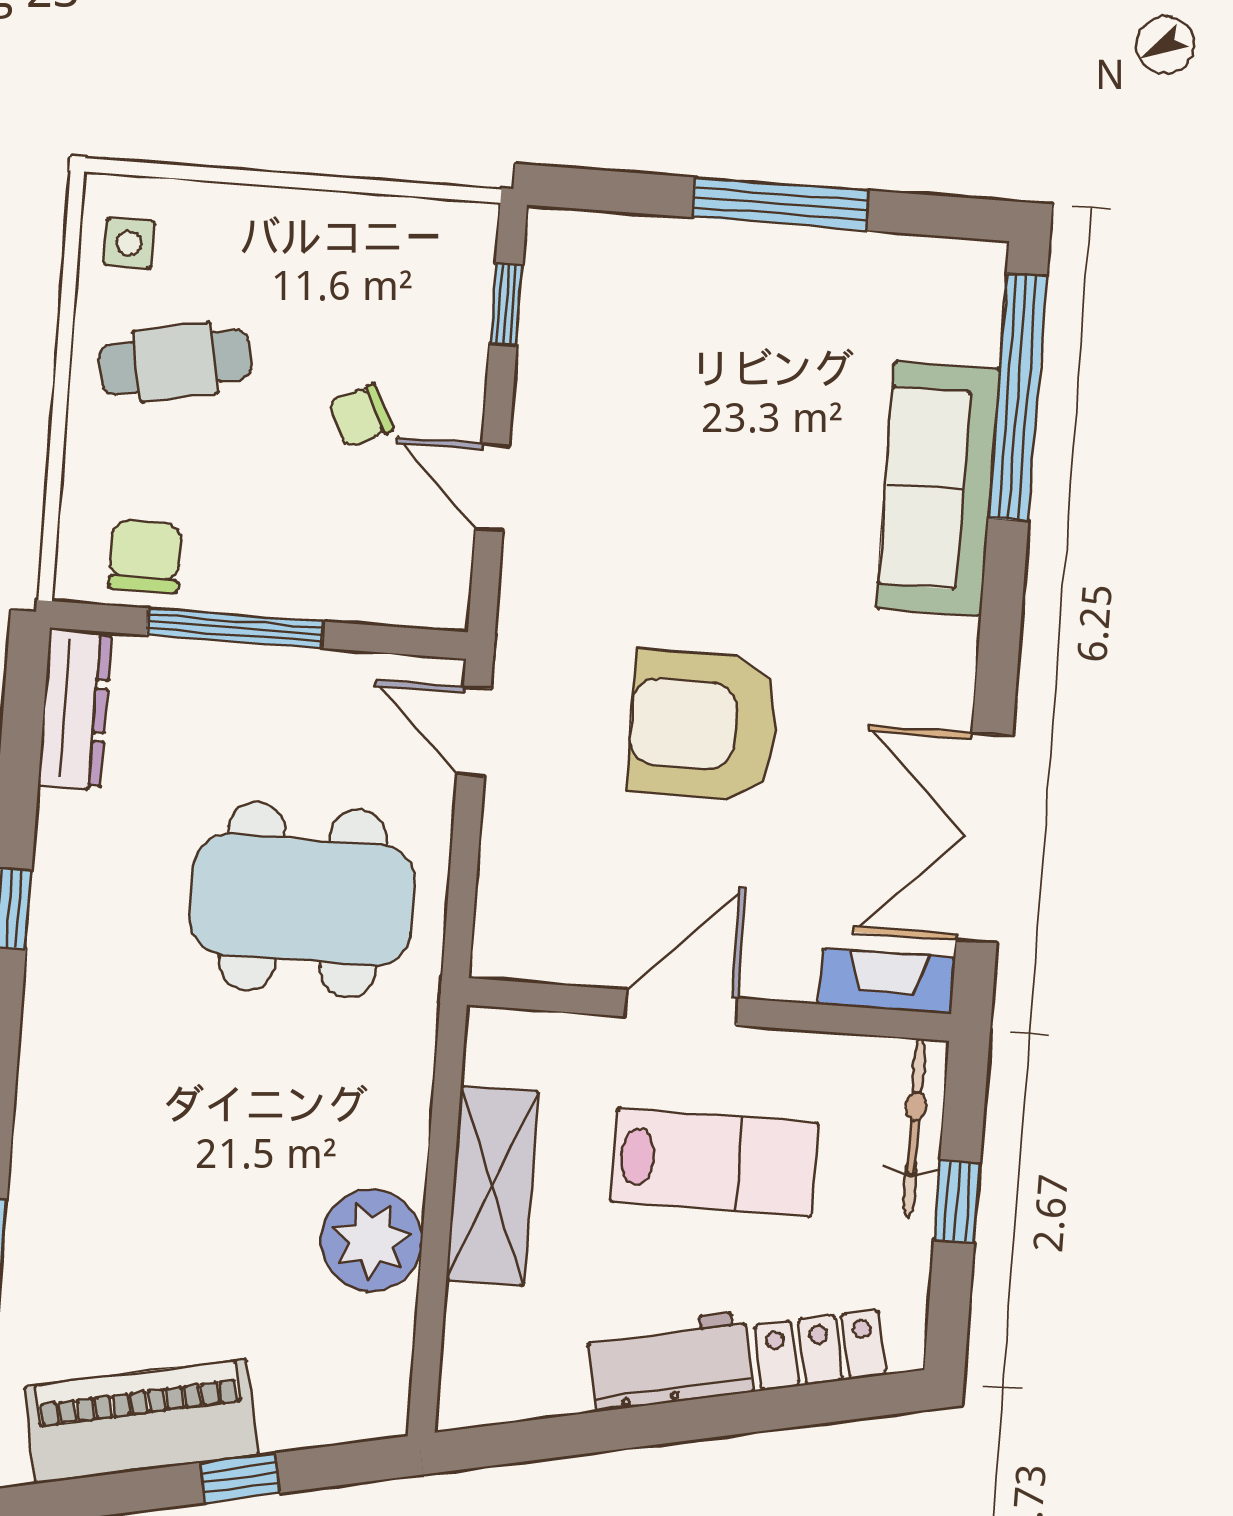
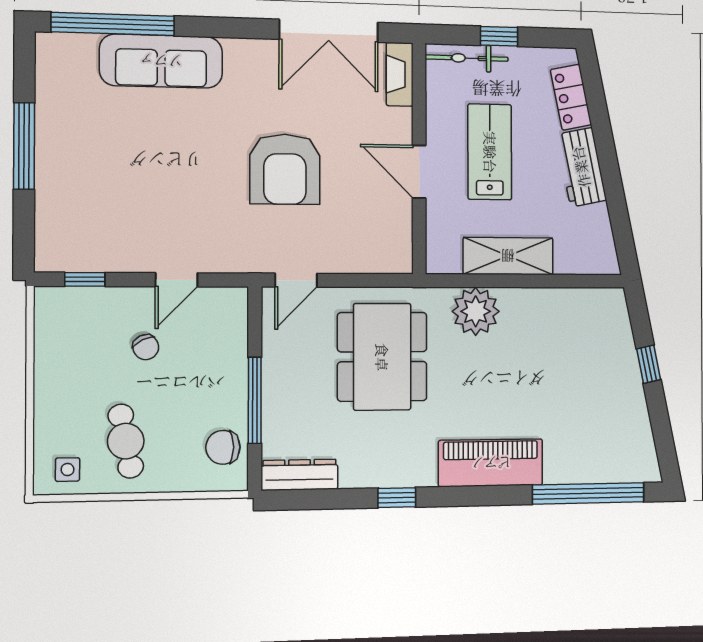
plant: (371, 1240) -> (476, 311), moved
piano: (141, 1421) -> (491, 463), moved, turned 102

